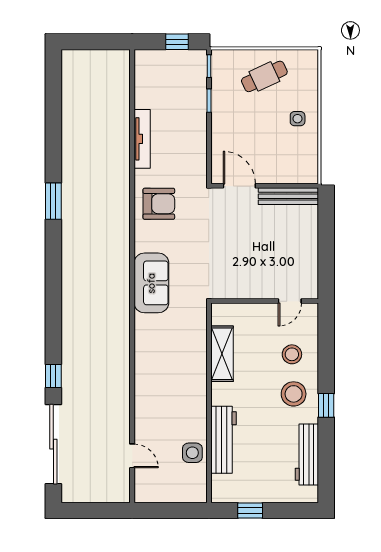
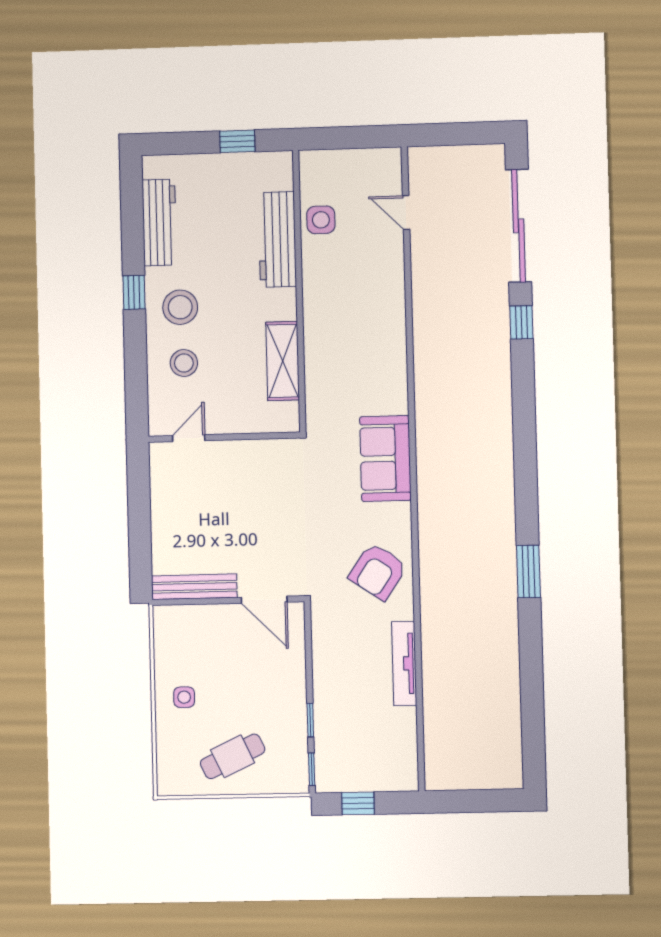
armchair: (159, 204) -> (378, 571), turned -56

